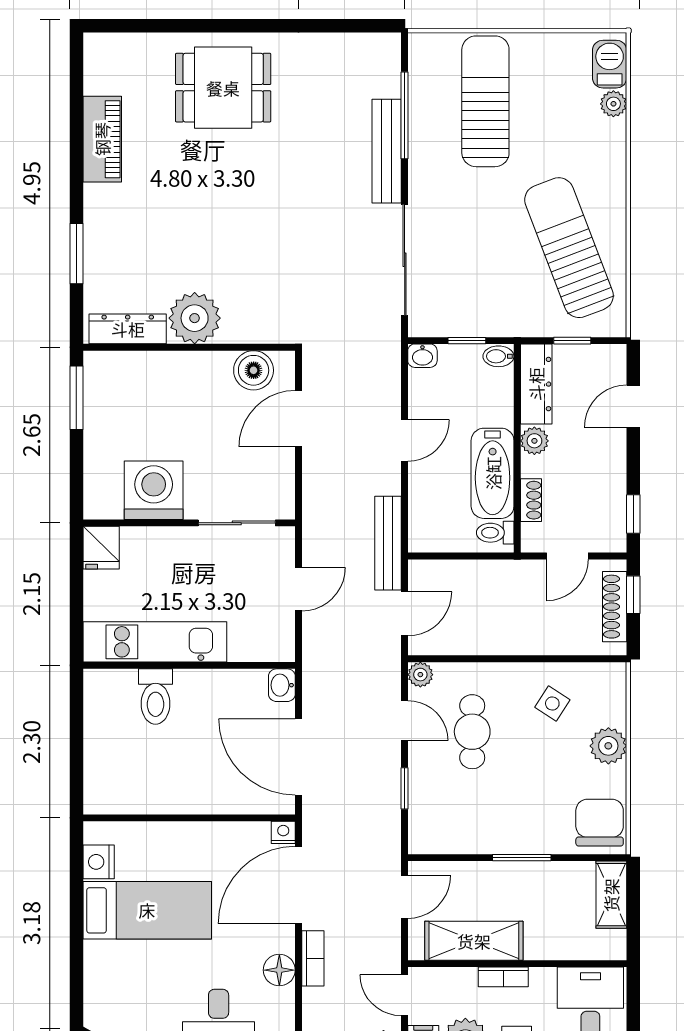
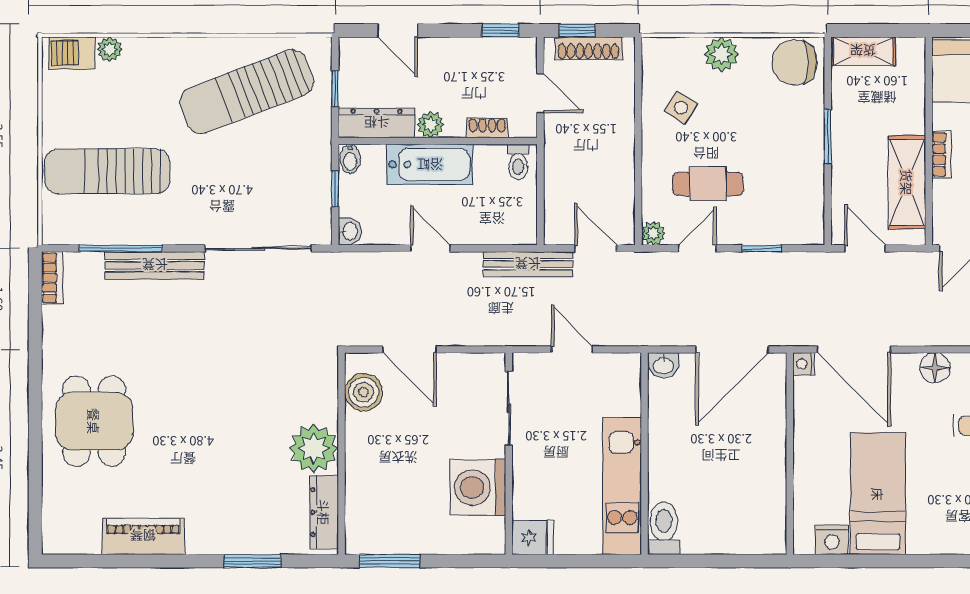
bathtub: (493, 473) -> (430, 165), moved
toilet: (155, 697) -> (664, 528), moved, turned -90
bookcase: (313, 958) -> (52, 278), moved, turned 90

